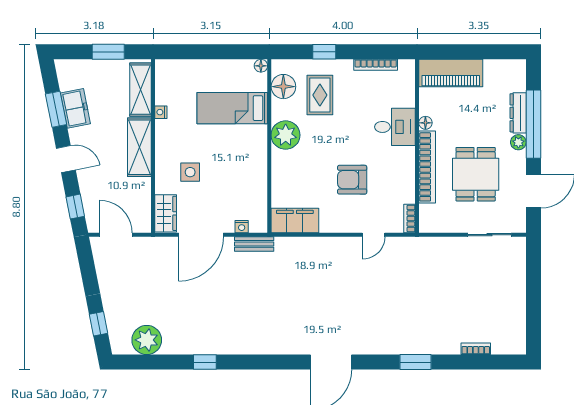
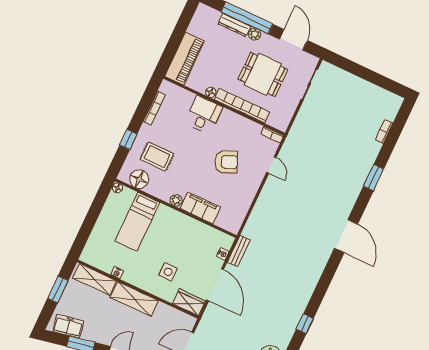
freezer: (75, 108) -> (68, 326), moved
plant: (286, 135) -> (176, 200), width x0.53, depth x0.53
armchair: (352, 180) -> (226, 162), turned -113
filing cabinet: (295, 221) -> (200, 208), moved, turned 90

